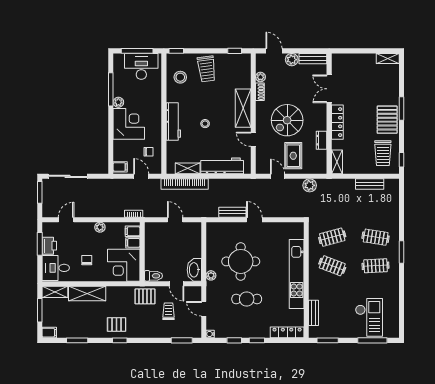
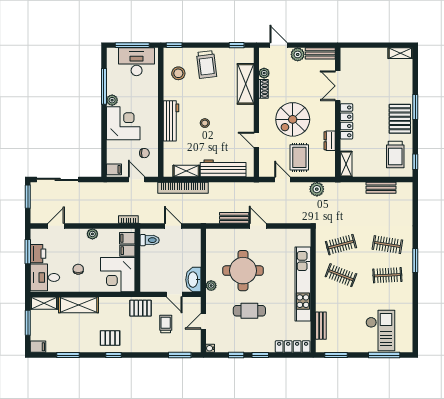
shelving: (243, 108) -> (246, 84), moved
toilet: (153, 276) -> (150, 240), moved
door: (204, 309) -> (203, 321), hinge flipped

